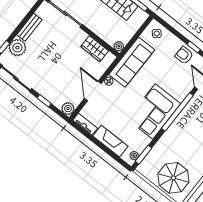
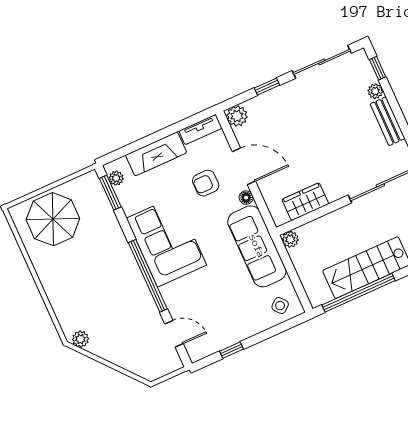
plant: (17, 48) -> (375, 91), width x0.53, depth x0.53
armchair: (184, 55) -> (206, 183), moved, turned 180

